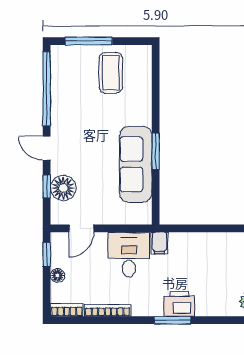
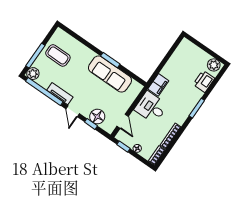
plant: (61, 55) -> (33, 74), added
tv unit: (59, 113) -> (60, 94), added
door: (47, 148) -> (73, 111), hinge flipped
filing cabinet: (159, 243) -> (158, 85), width x2.00
printer: (179, 304) -> (204, 81), moved

